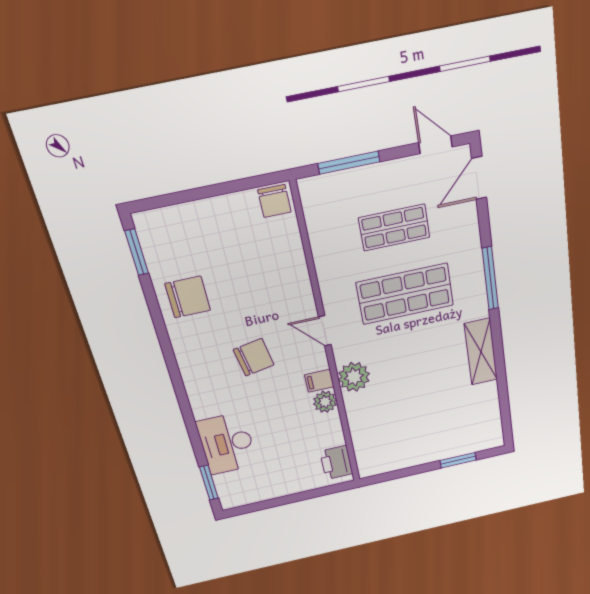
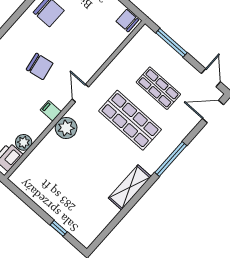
chair: (274, 201) -> (127, 21), turned 90
plant: (325, 402) -> (24, 142), moved
window: (458, 460) -> (59, 228), width x0.67

